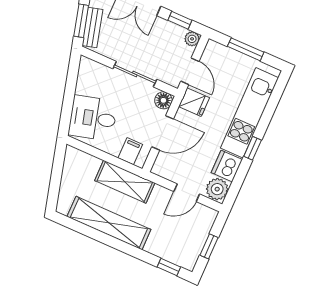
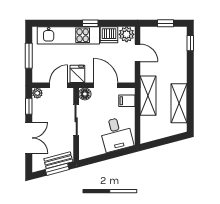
shelving: (109, 223) -> (179, 103), width x0.68

